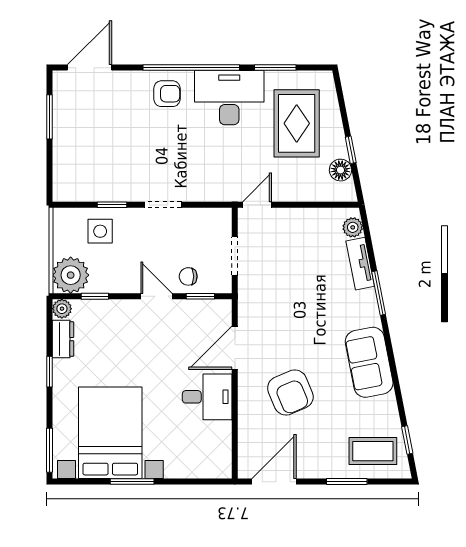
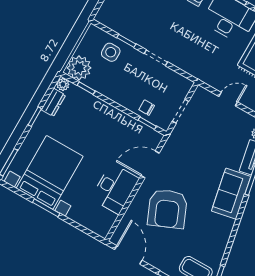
door: (257, 205) -> (228, 99), moved
door: (156, 296) -> (122, 109), removed
sofa: (369, 362) -> (231, 194), moved
armchair: (290, 392) -> (167, 209), width x1.36, depth x1.36
desk: (207, 397) -> (115, 189), width x1.37
door: (274, 482) -> (128, 255), hinge flipped

